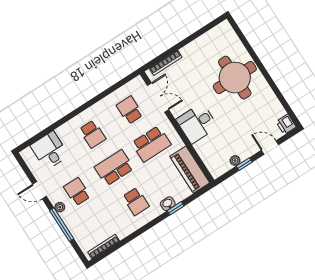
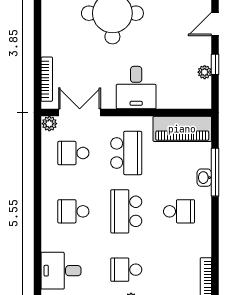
plant: (138, 83) -> (49, 124), added
school desk: (92, 134) -> (73, 211), turned 180
window: (176, 208) -> (215, 172), width x2.17

